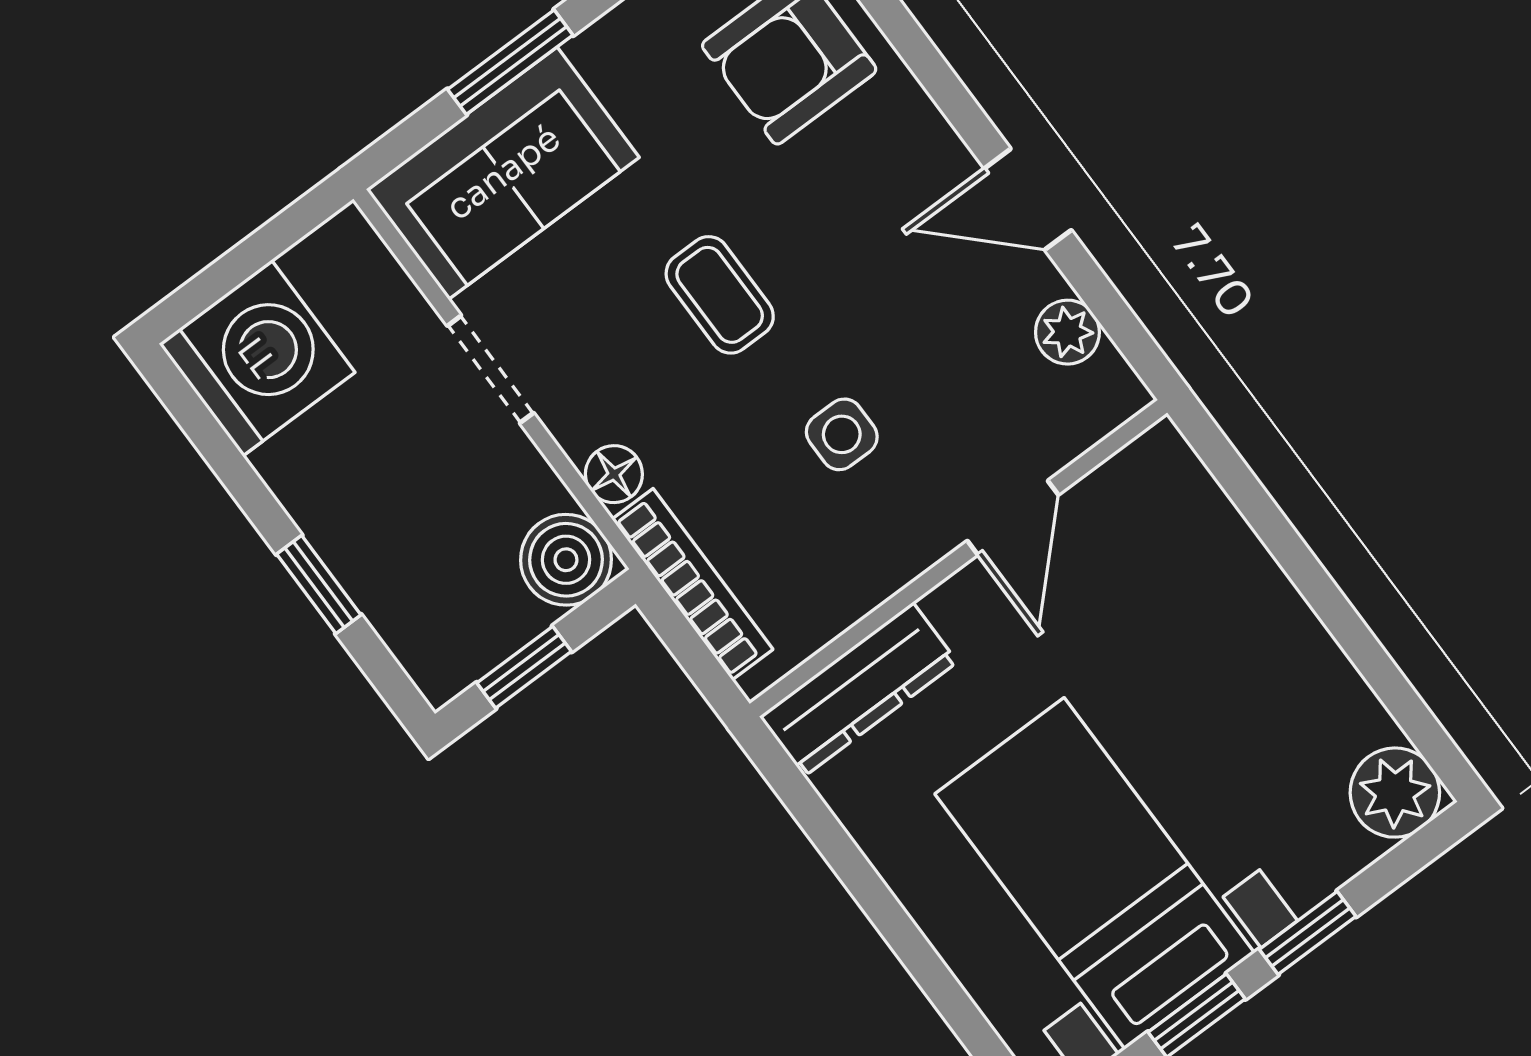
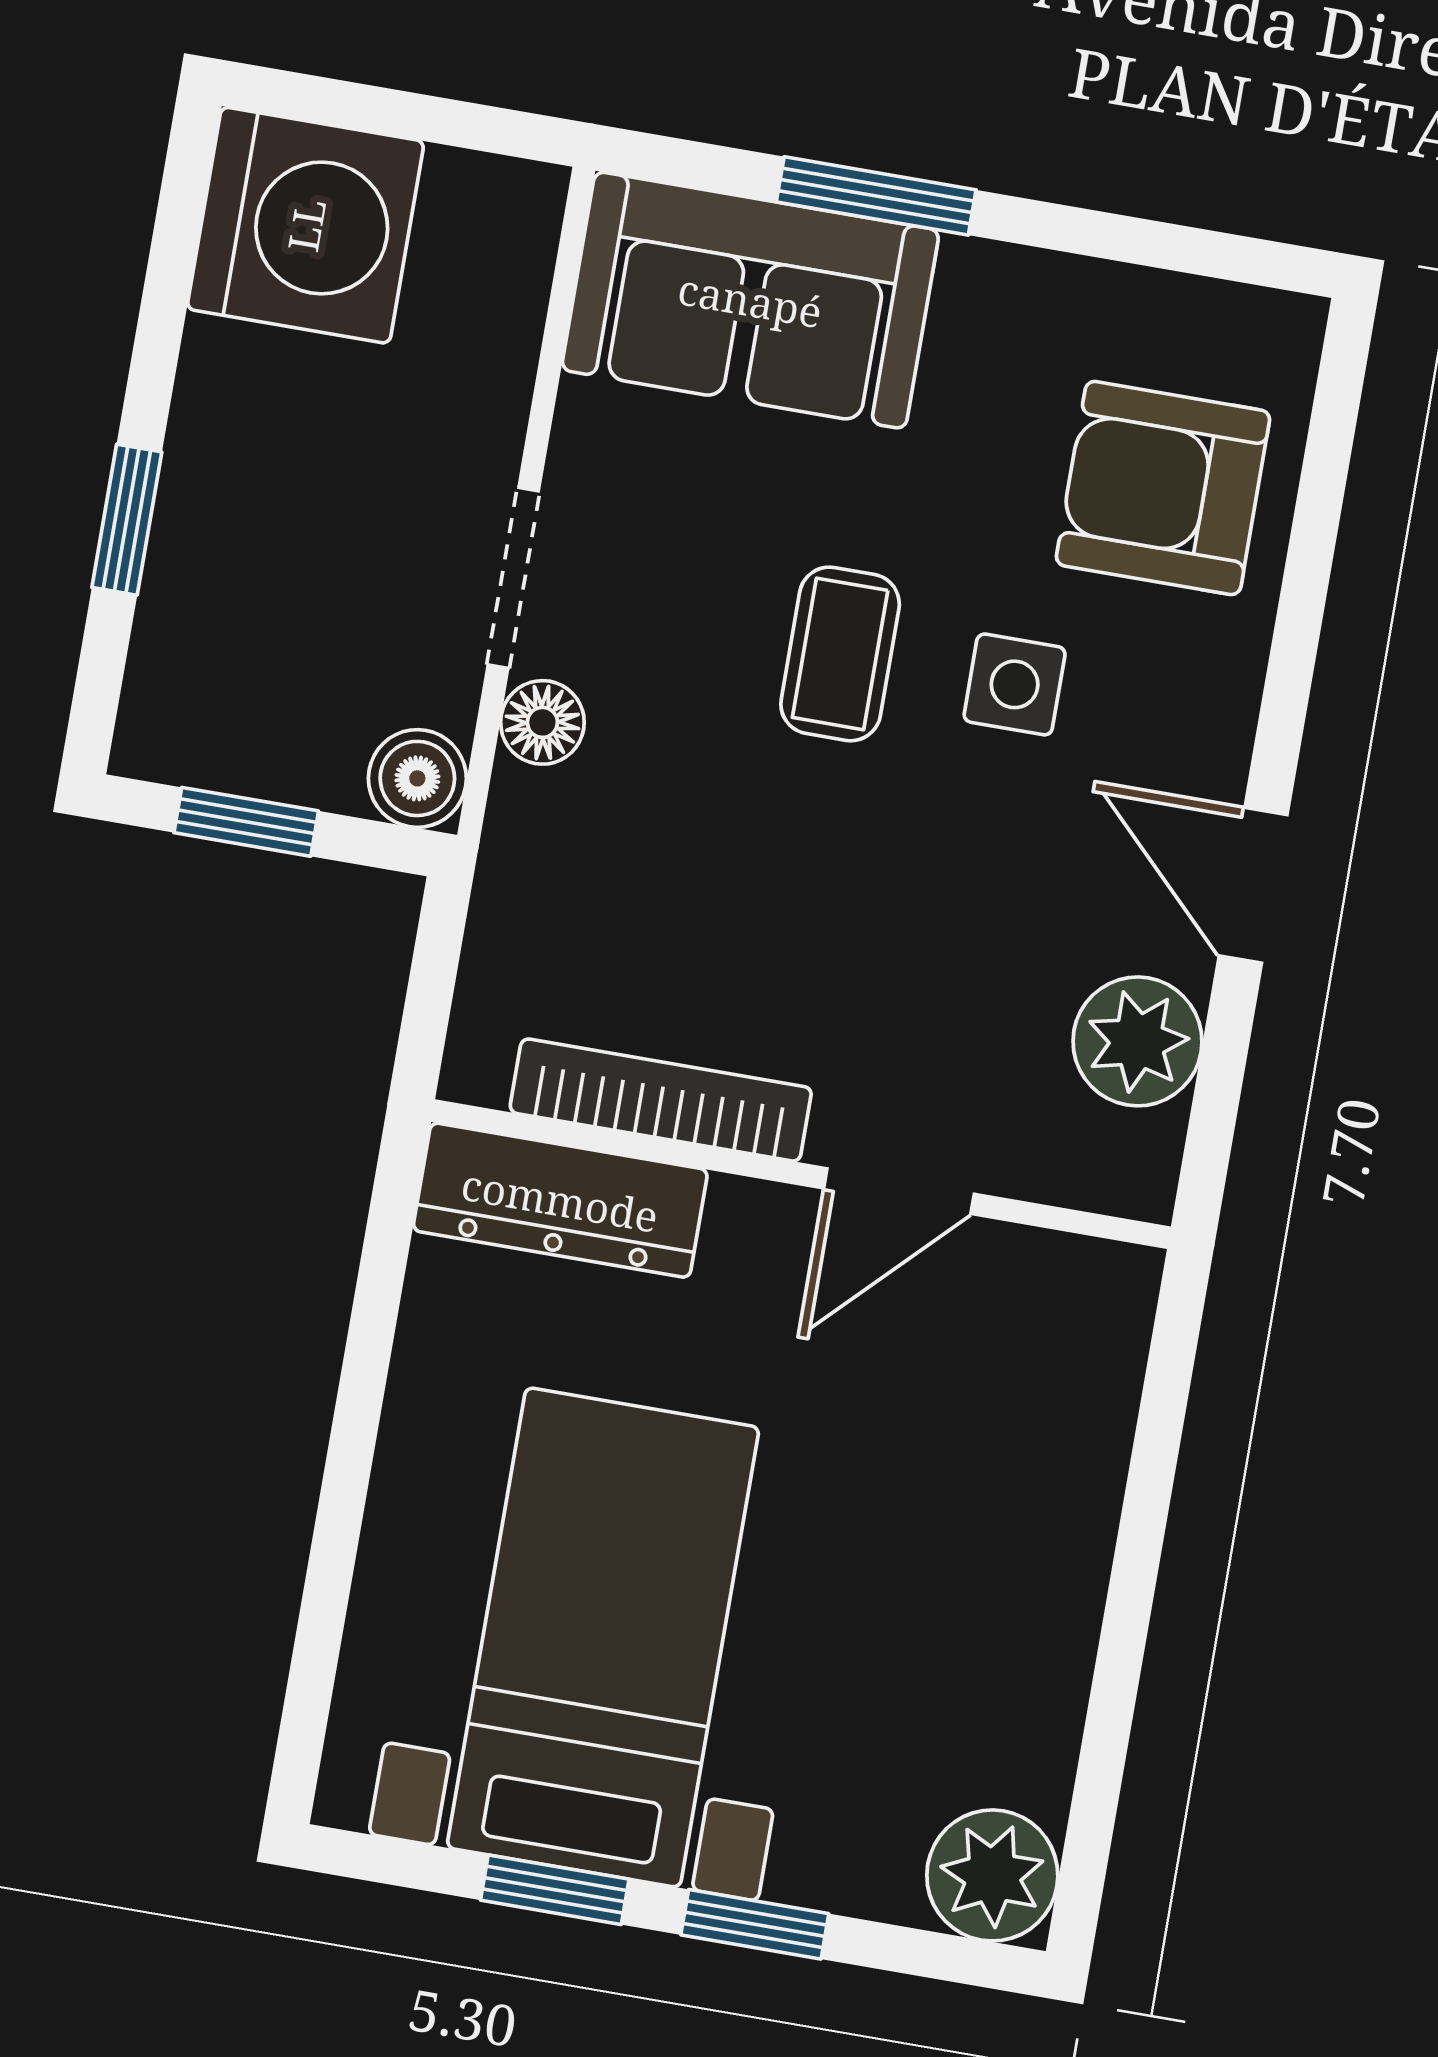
plant: (1067, 332) -> (1137, 1041), width x1.38, depth x1.38
doorway: (491, 369) -> (513, 578), moved
side table: (842, 434) -> (1015, 684), moved
boiler: (566, 560) -> (417, 778), width x0.73, depth x0.73
bookcase: (692, 584) -> (661, 1100), moved, turned -90

